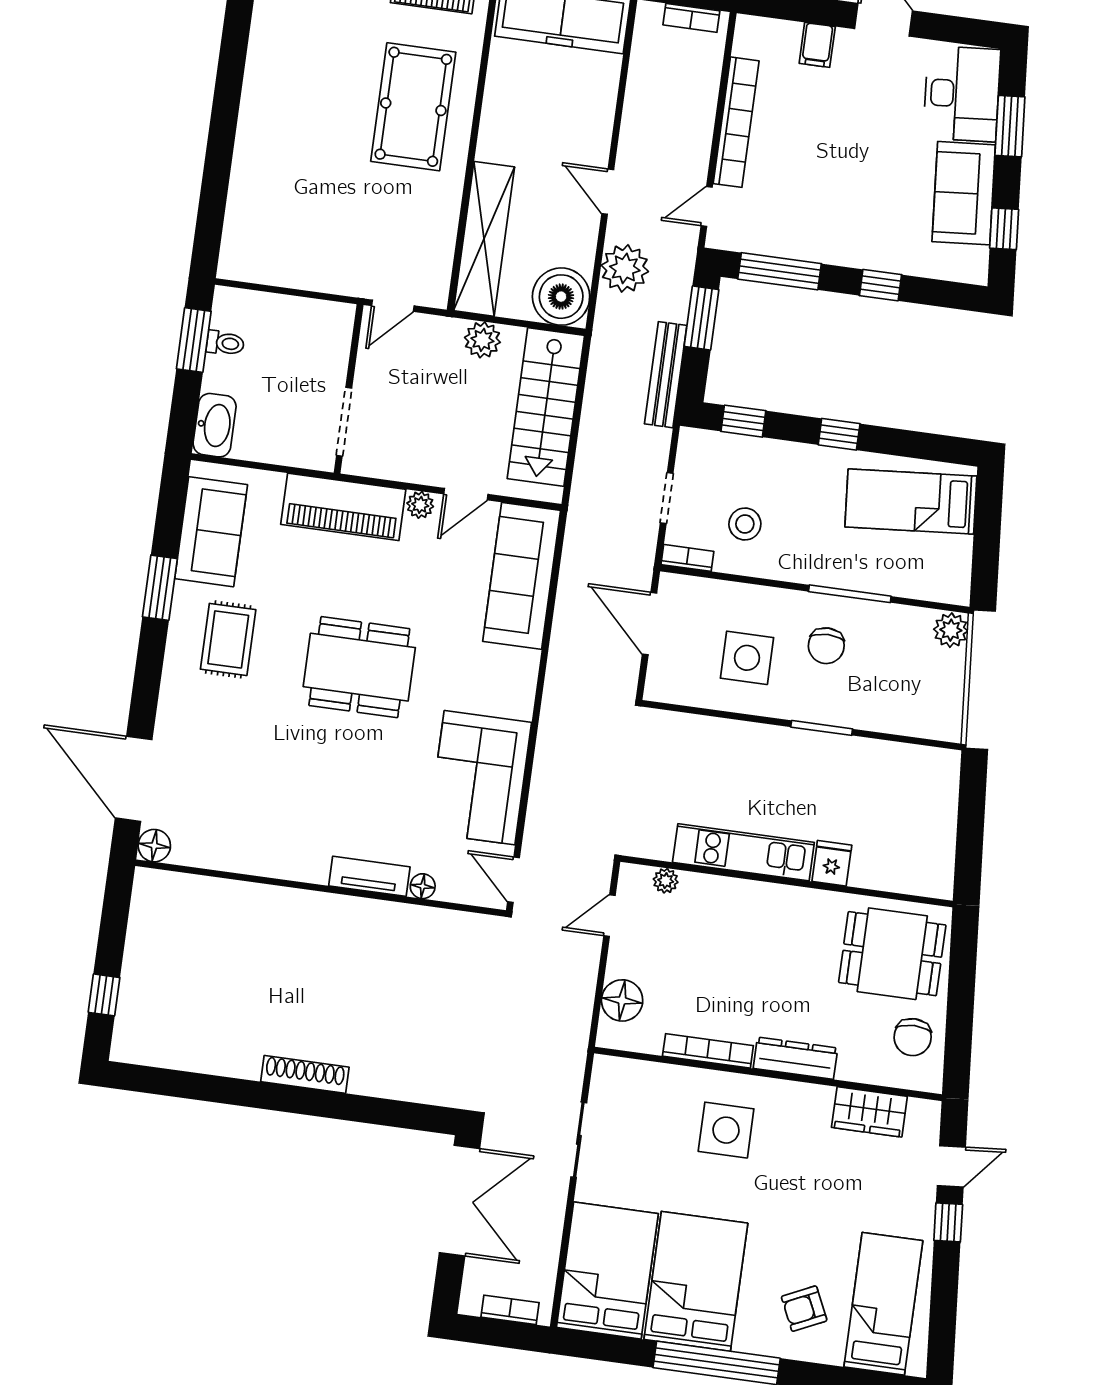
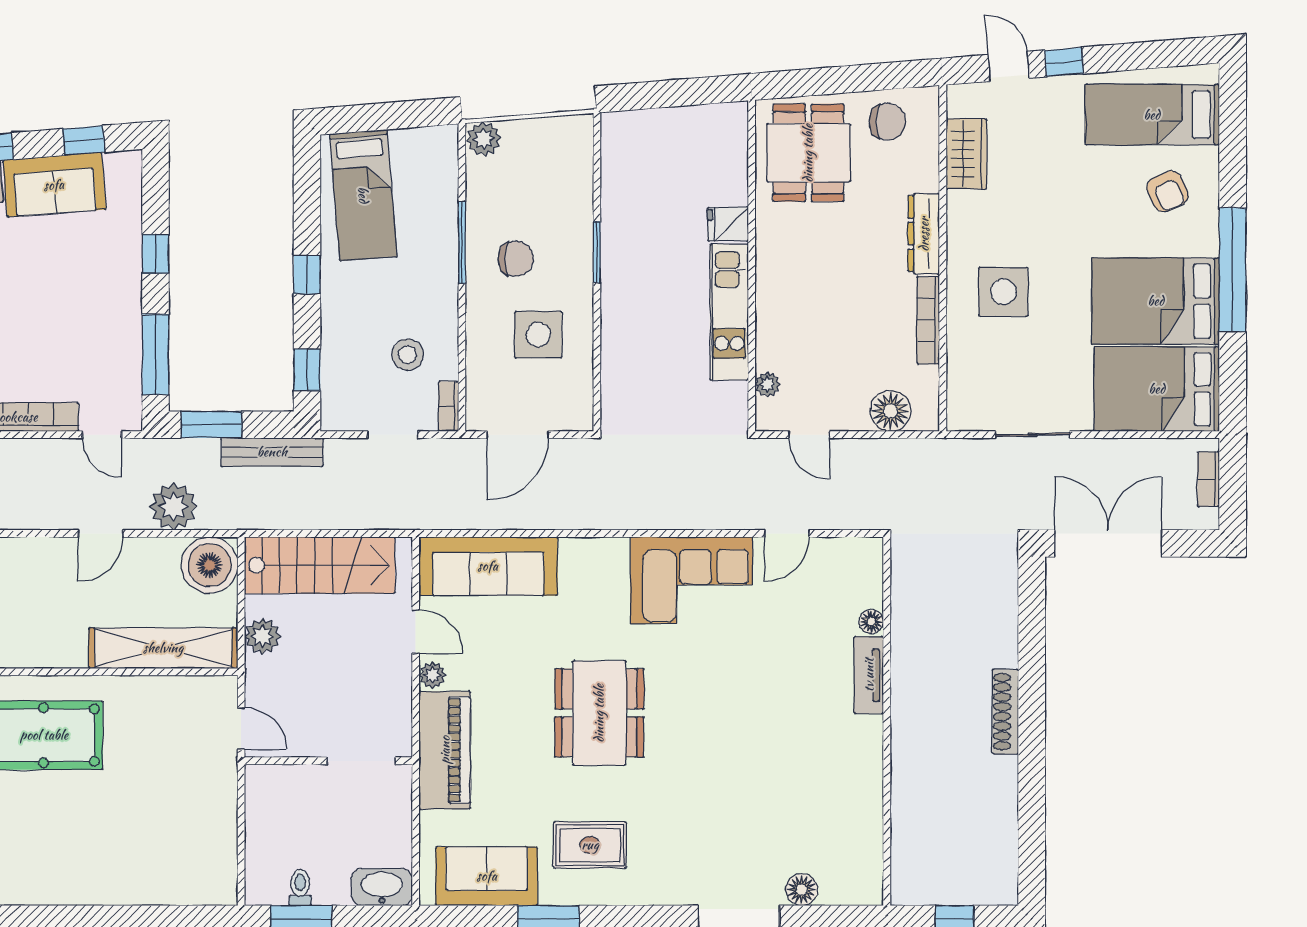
tv unit: (369, 876) -> (869, 675), moved
floor lamp: (423, 886) -> (871, 622), moved
wall: (321, 888) -> (887, 721), moved

